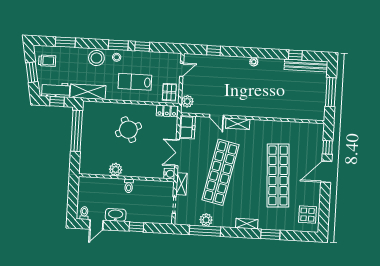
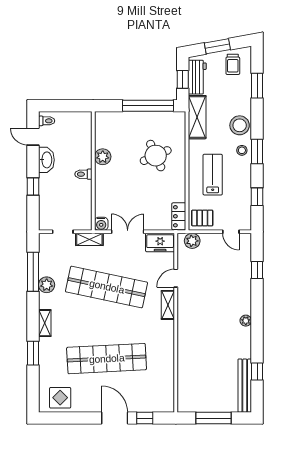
window: (142, 46) -> (257, 197), moved
round table: (128, 130) -> (156, 156), moved
plant: (206, 220) -> (47, 285), moved

